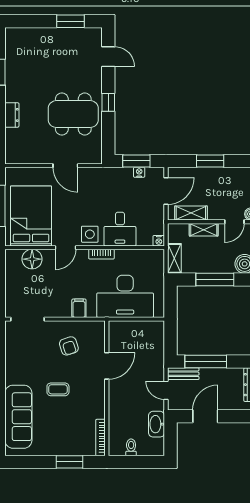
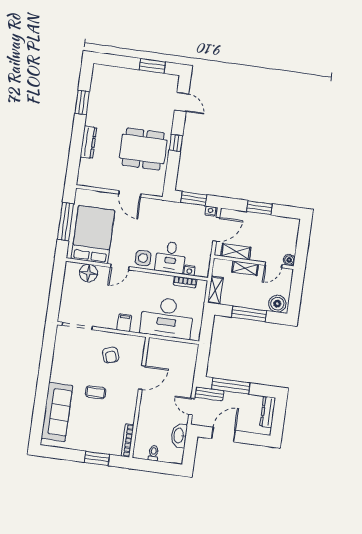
dresser: (12, 115) -> (88, 142), width x1.44
nightstand: (139, 172) -> (210, 211), moved
nightstand: (159, 241) -> (189, 270), moved
bookcase: (101, 254) -> (185, 282), moved

